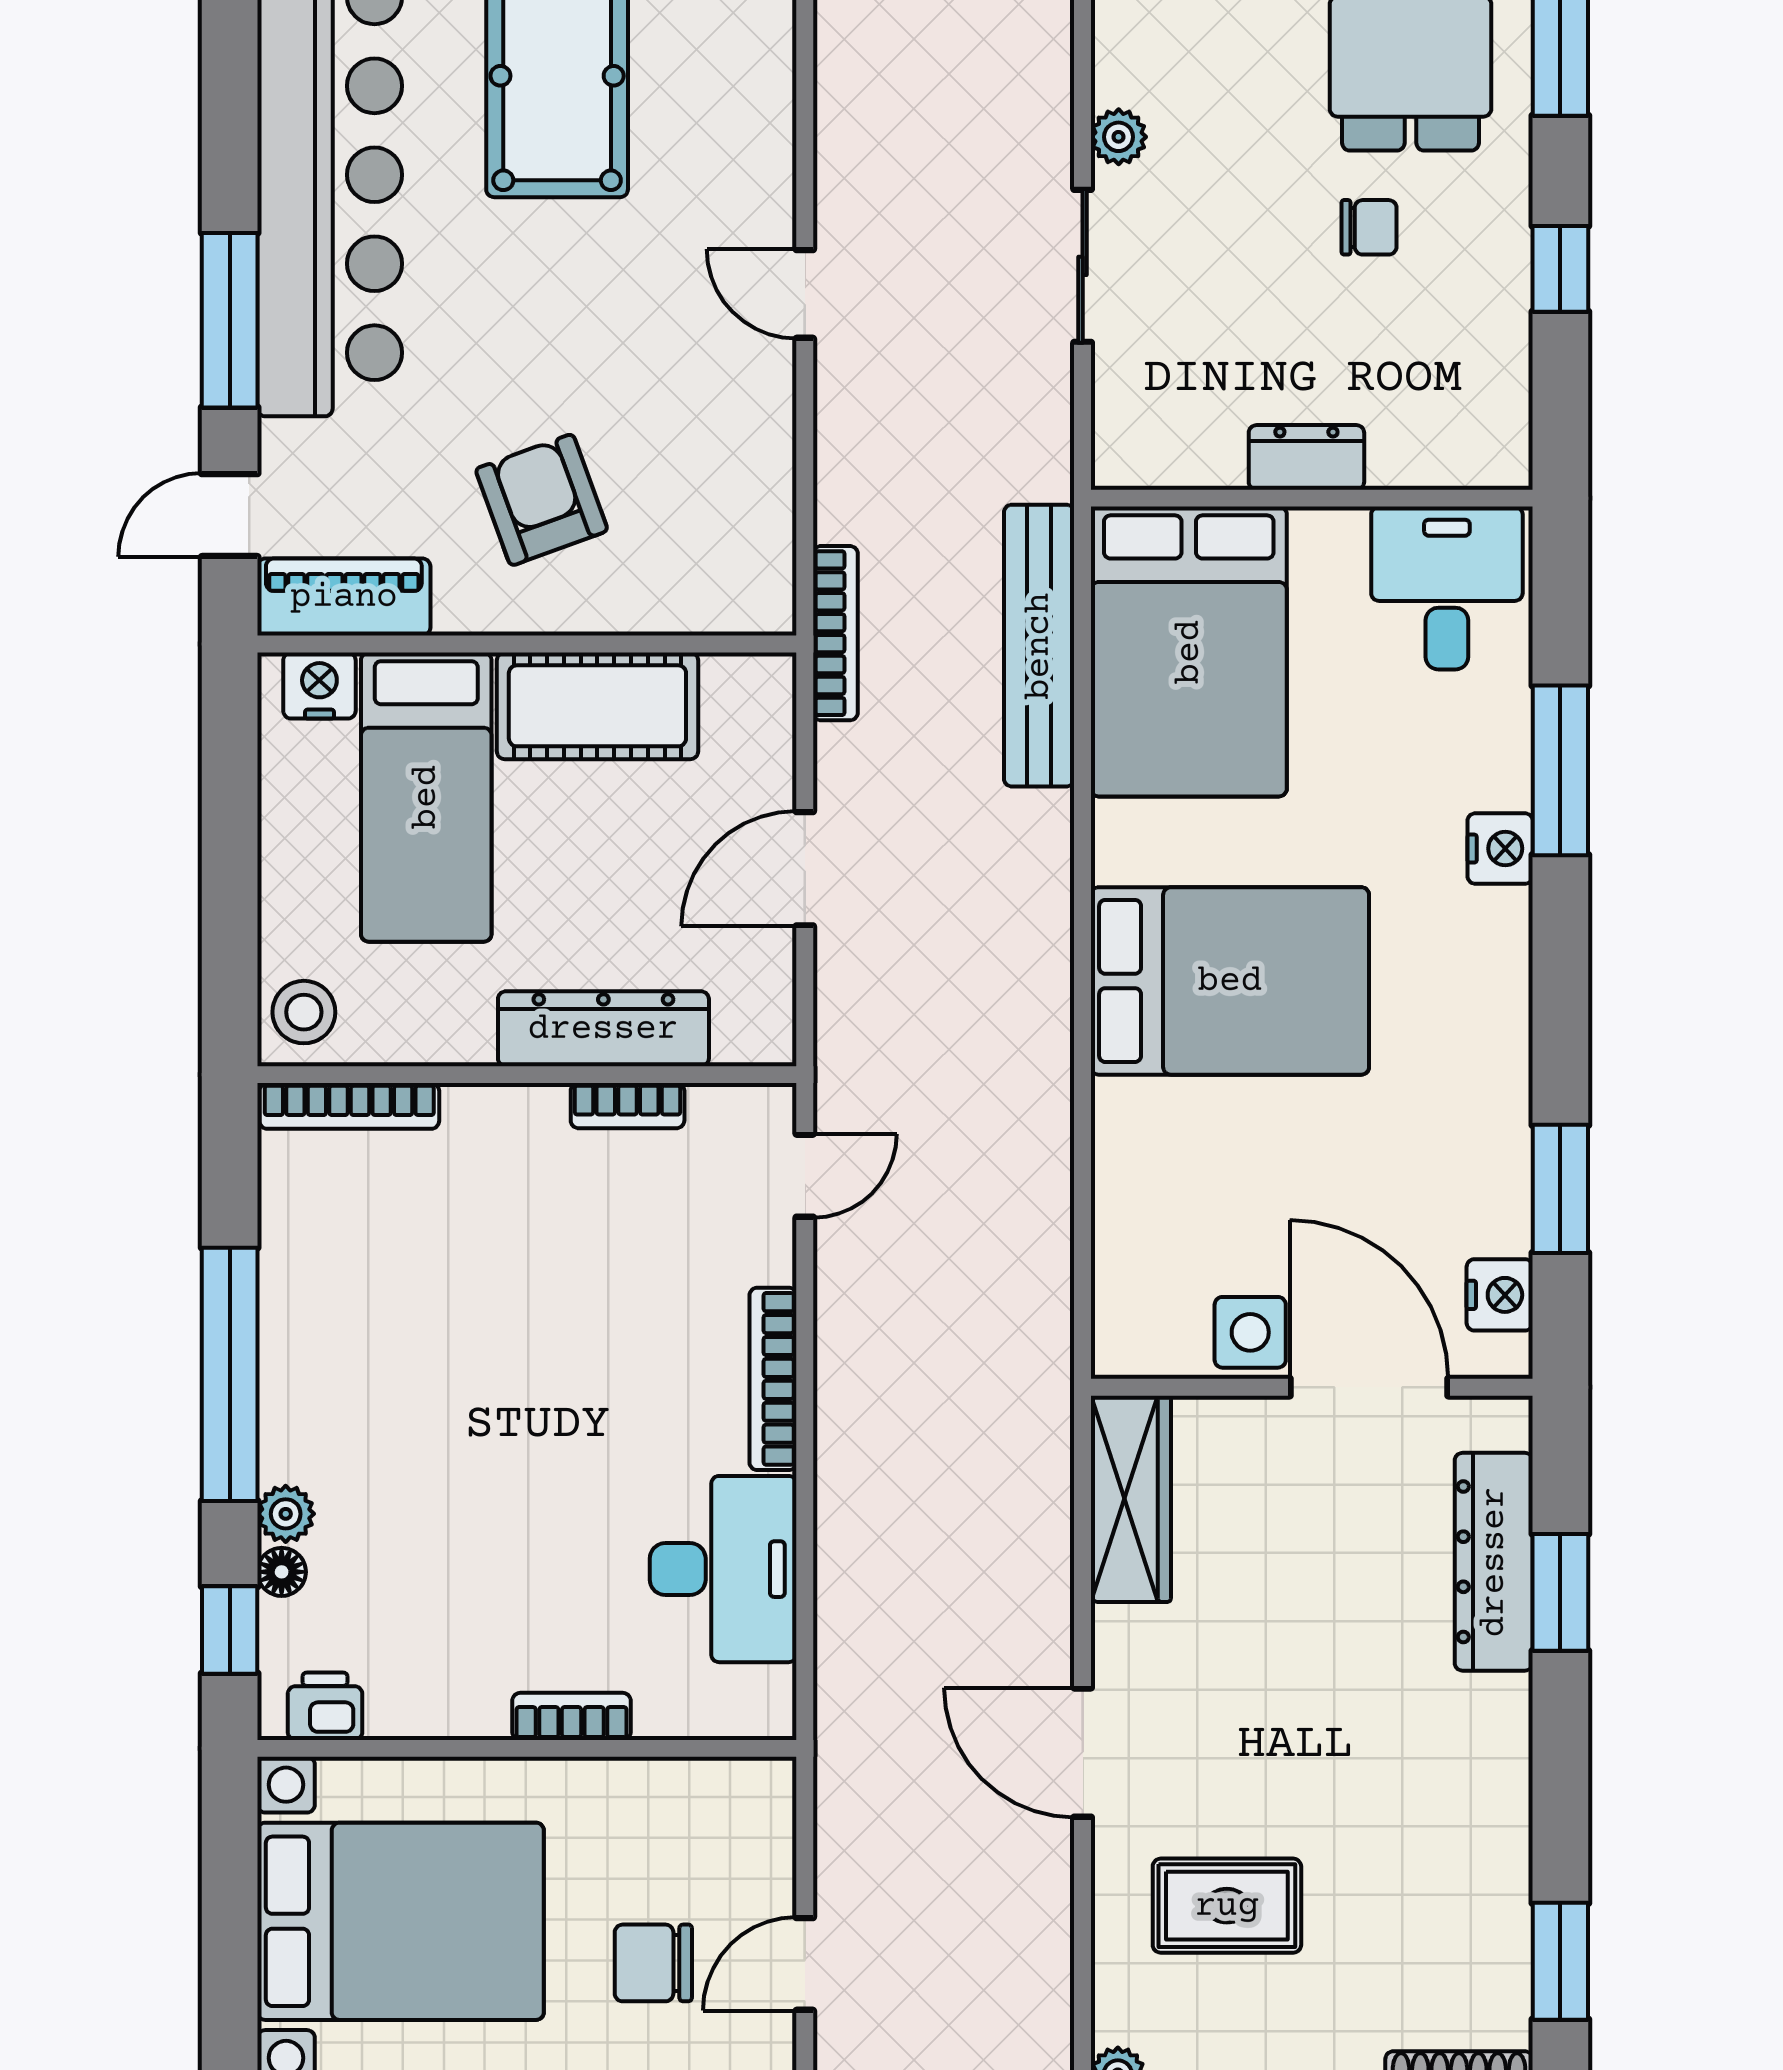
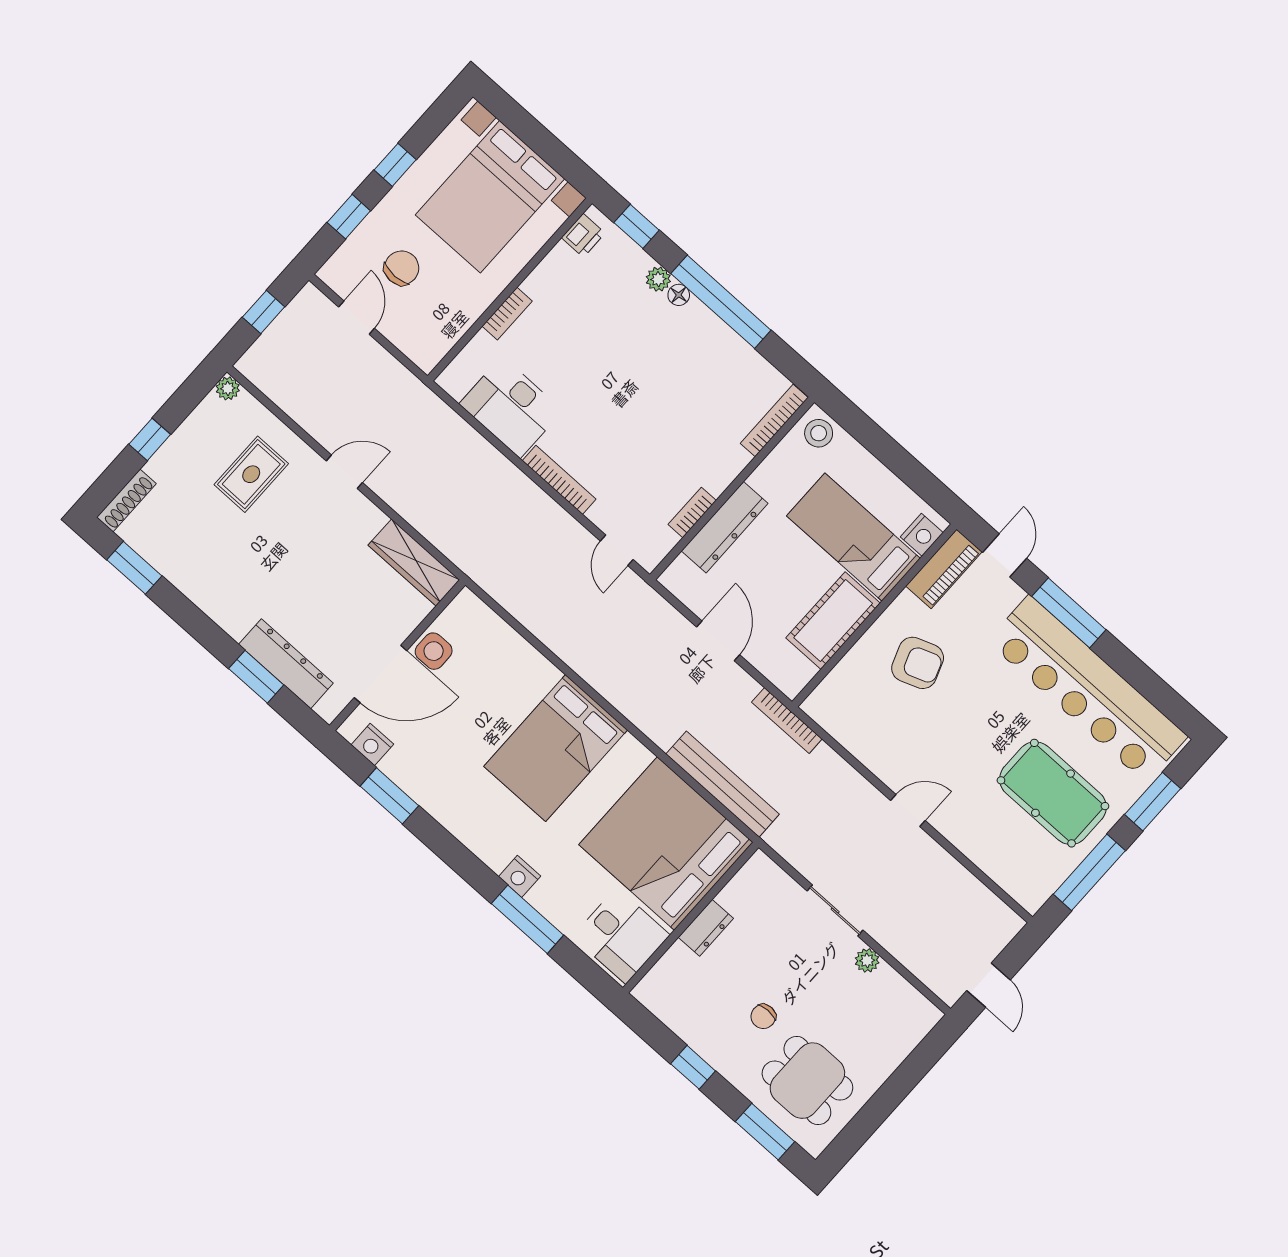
bed: (1189, 652) -> (666, 843), width x1.36
floor lamp: (282, 1572) -> (679, 295), moved
door: (1083, 1753) -> (344, 472), width x0.73

